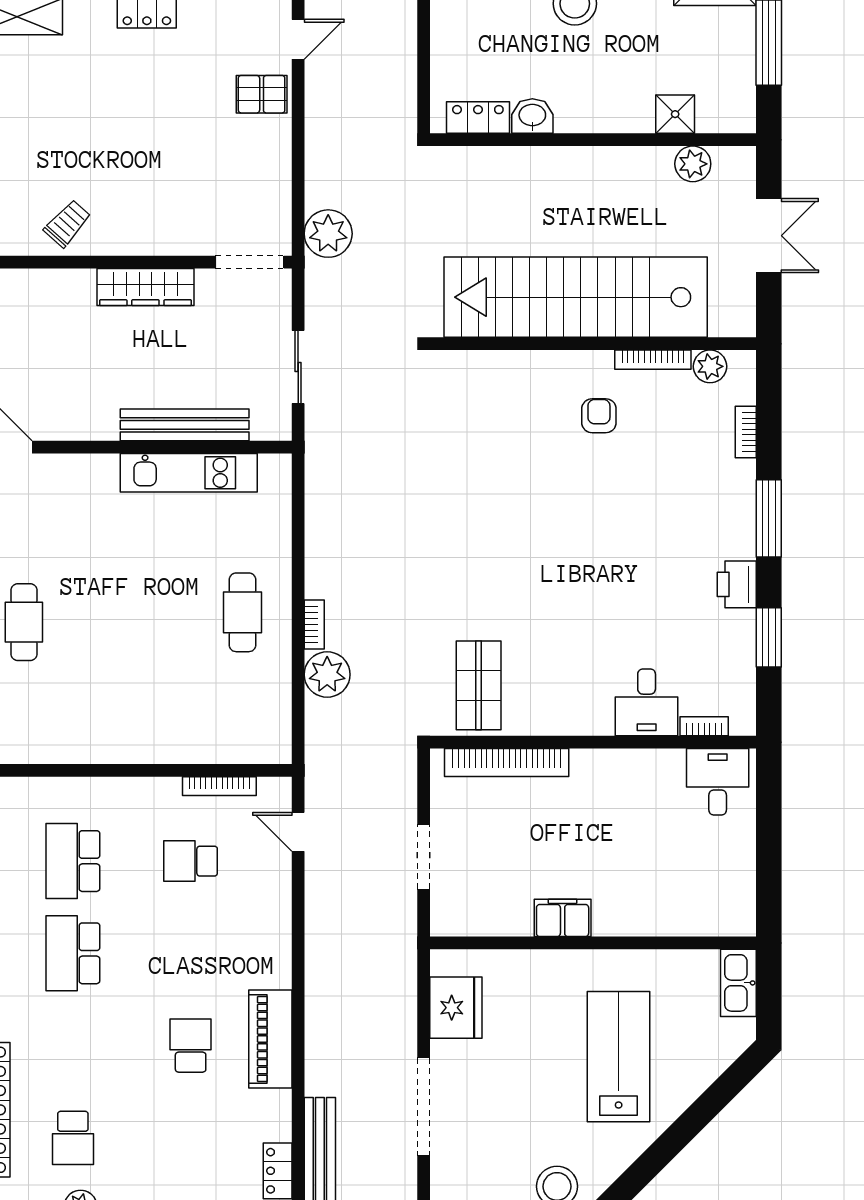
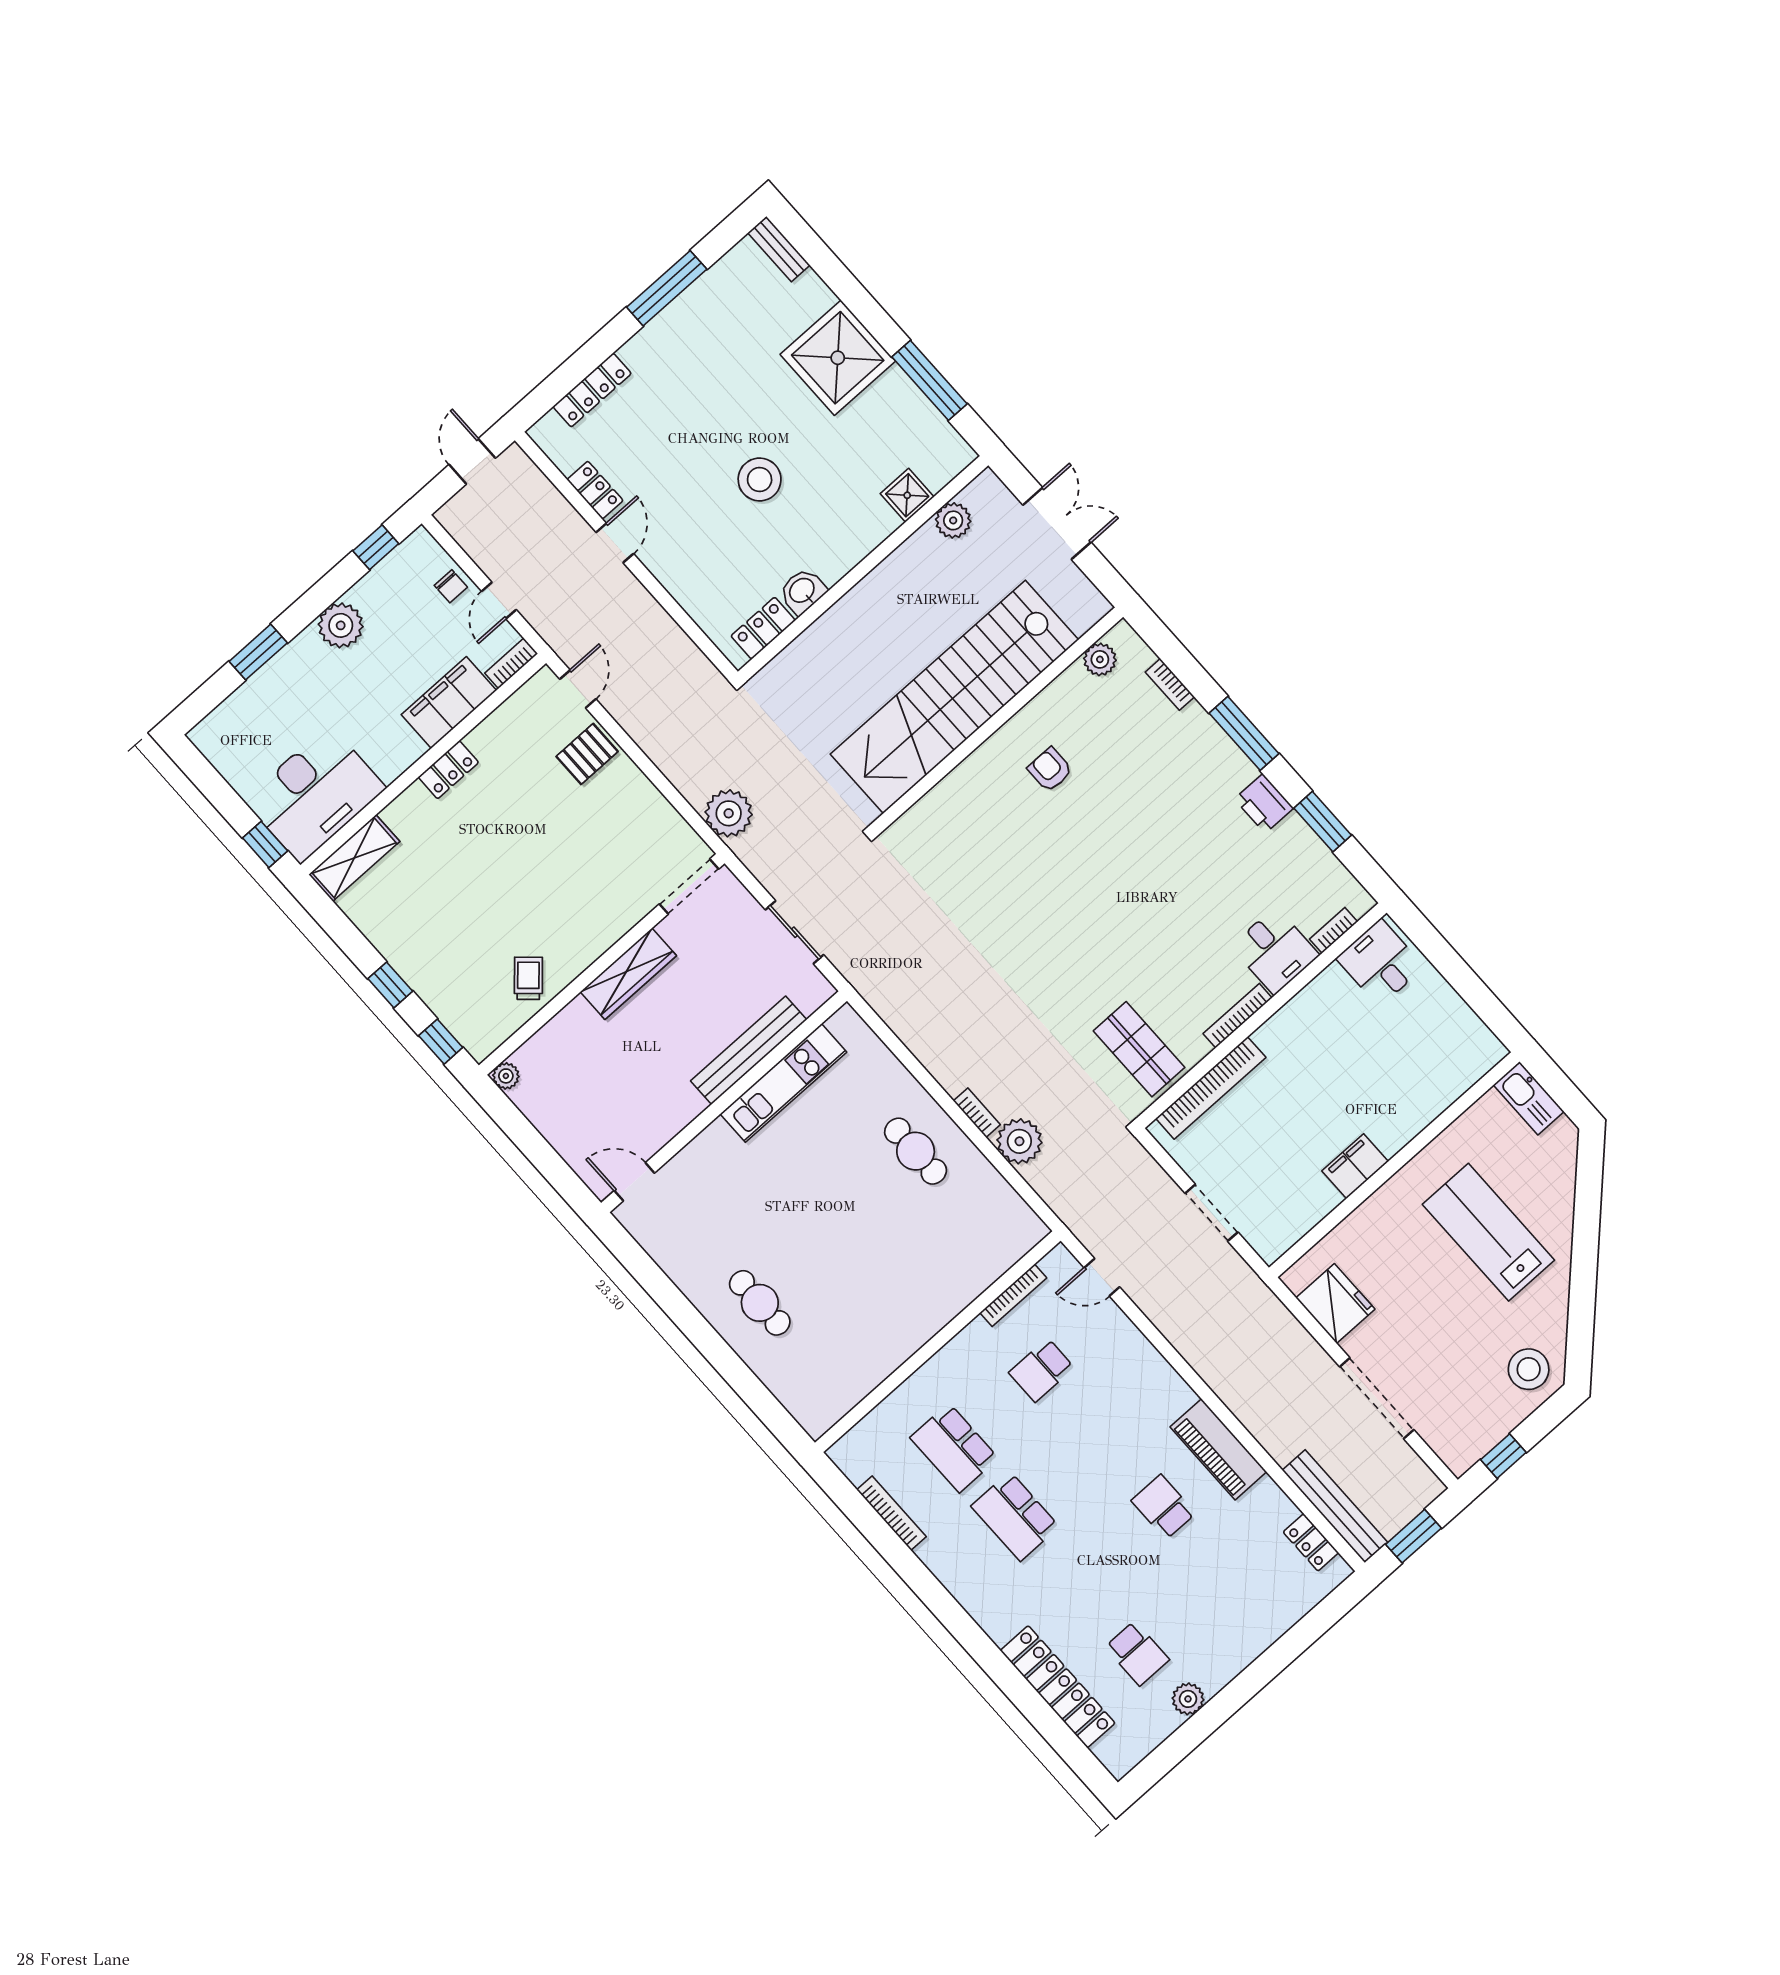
bookcase: (653, 360) -> (1238, 1016), moved, turned 180

